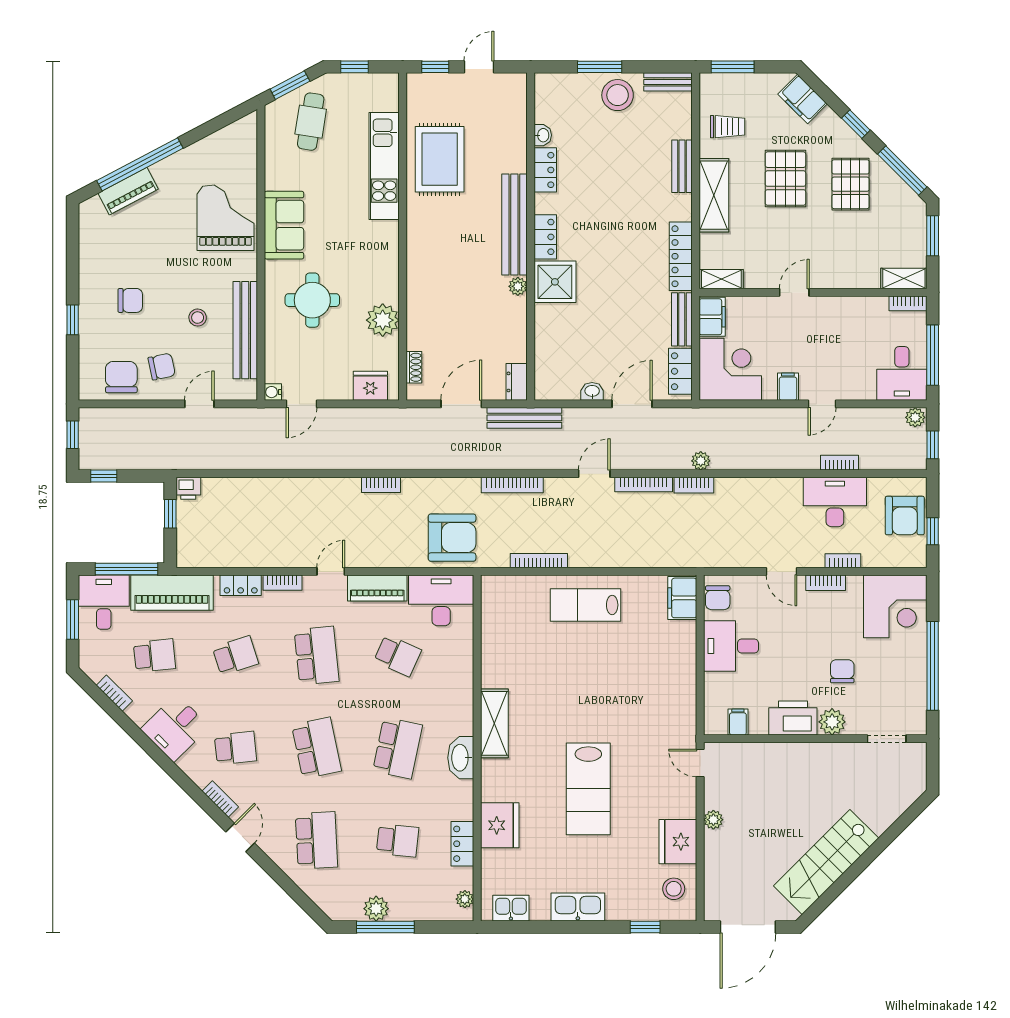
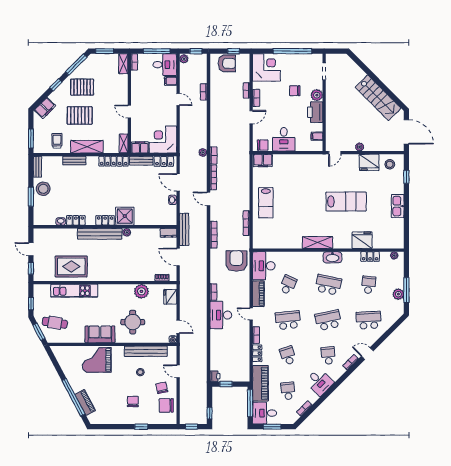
filing cabinet: (788, 387) -> (171, 81), moved
desk: (835, 502) -> (221, 315), moved
kitchen sink: (511, 908) -> (398, 235), removed

